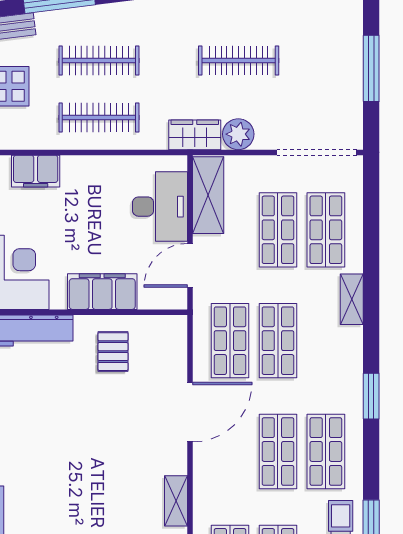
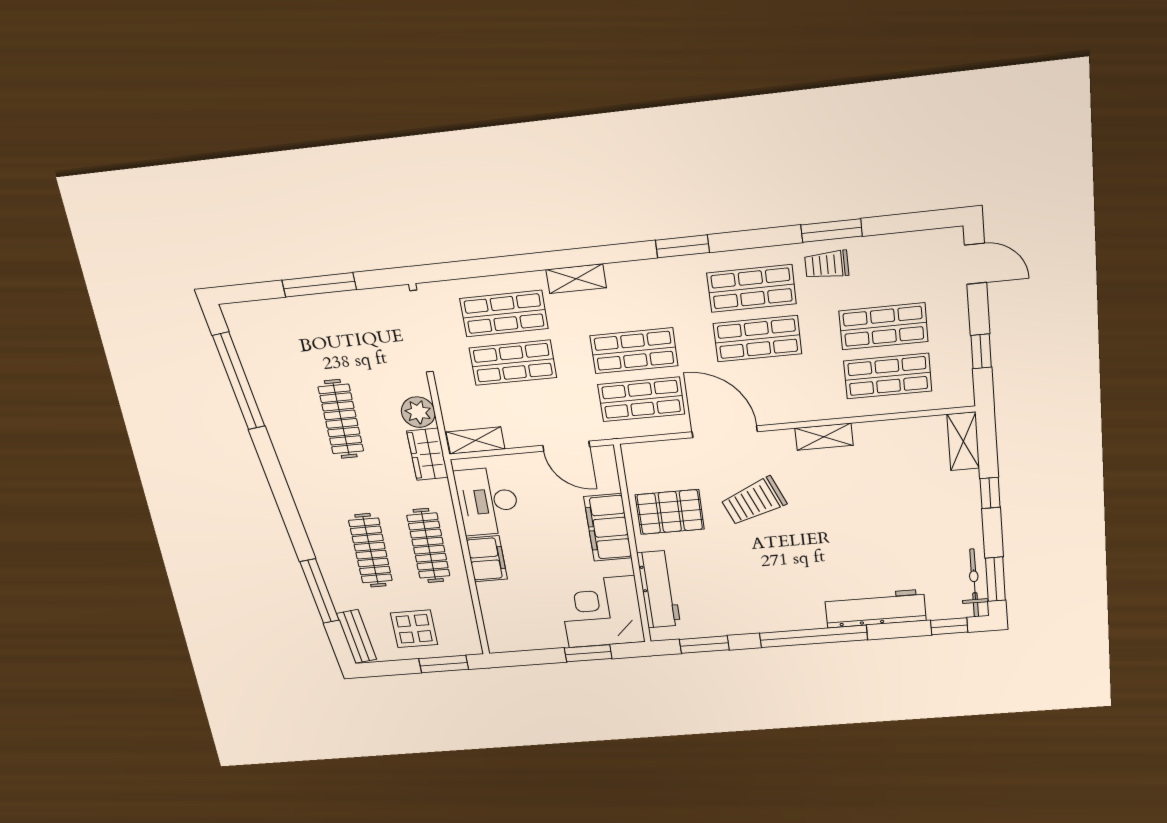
filing cabinet: (36, 171) -> (487, 559), moved
shelving: (208, 195) -> (476, 440), width x0.67, depth x0.75
desk: (160, 207) -> (487, 501), moved, turned -90
pallet: (113, 352) -> (670, 512), width x1.50, depth x1.42
trolley: (117, 430) -> (754, 501), added

